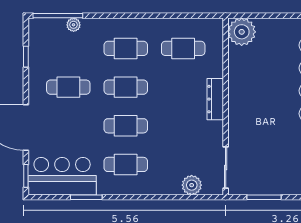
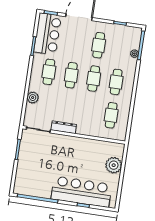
plant: (242, 32) -> (114, 165), moved
dresser: (215, 99) -> (64, 127), moved
plant: (192, 185) -> (33, 98), moved

